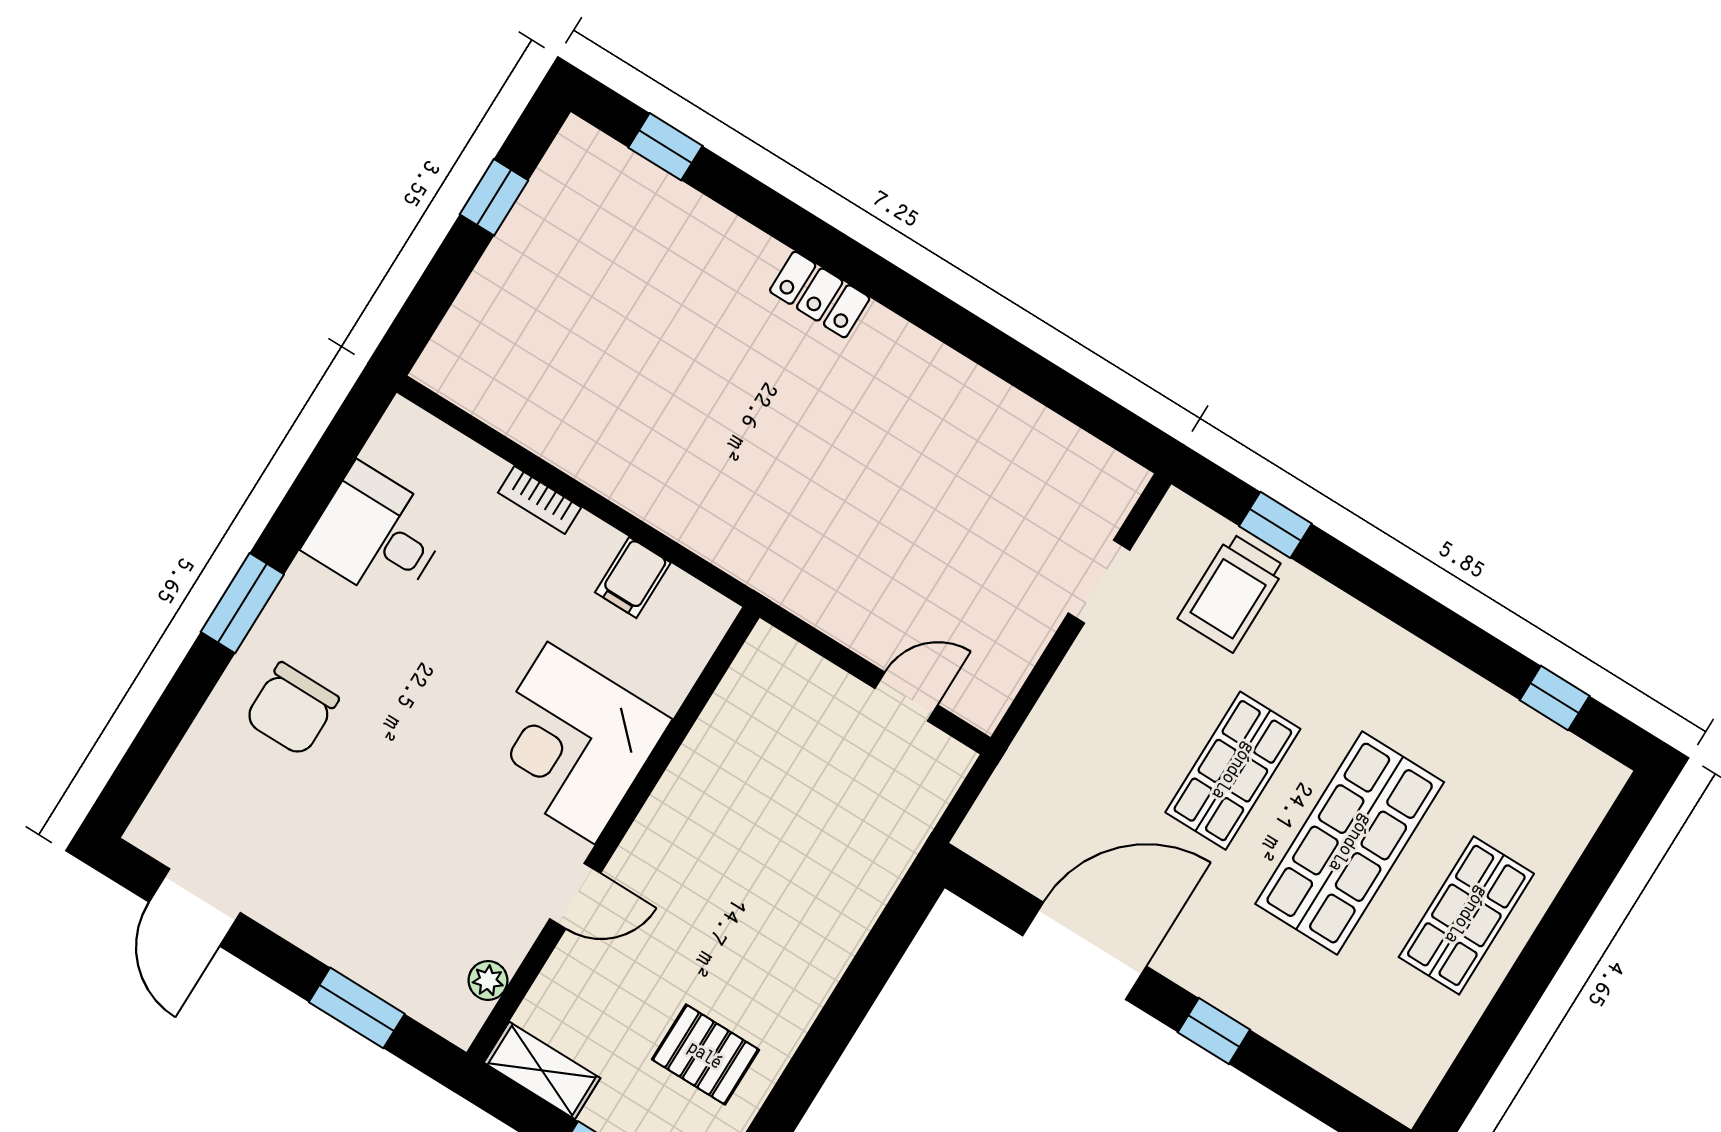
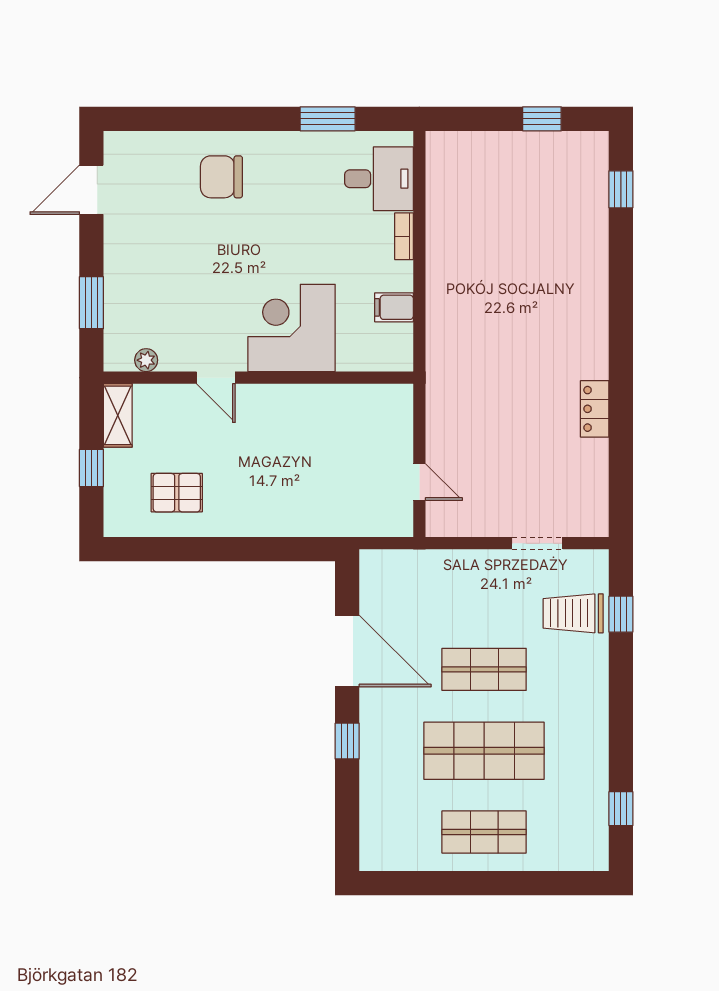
locker: (820, 295) -> (595, 409), moved
desk: (377, 535) -> (379, 179), moved, turned 90
window: (242, 603) -> (328, 119), moved
pallet: (705, 1055) -> (177, 493), turned 90

